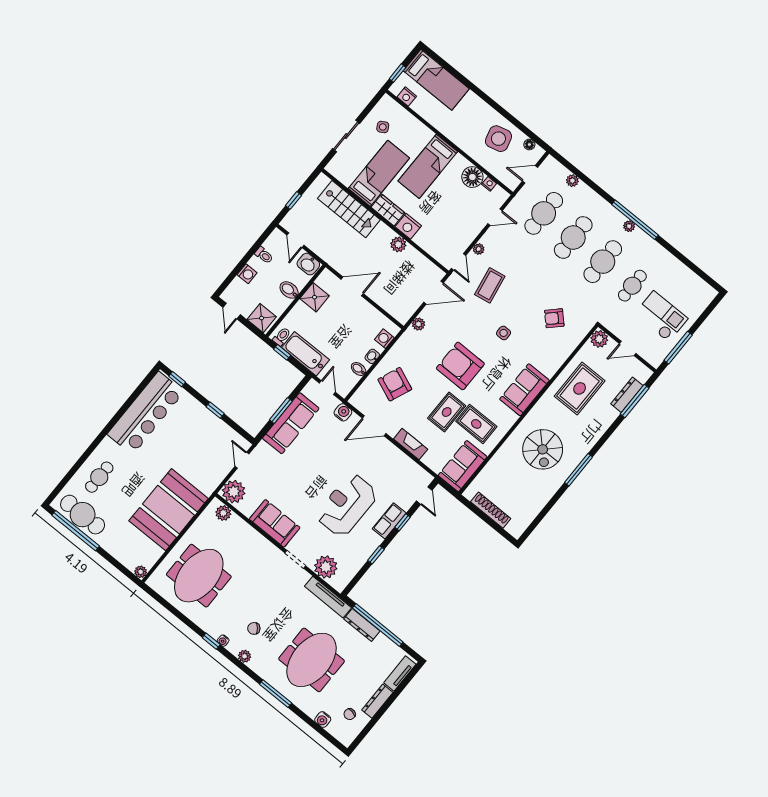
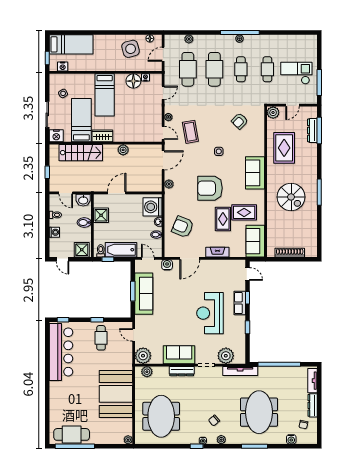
nightstand: (408, 226) -> (56, 136), moved
cafe table: (603, 262) -> (241, 69), width x0.73, depth x0.74
washing machine: (384, 339) -> (153, 207), width x1.89, depth x1.89
cafe table: (99, 477) -> (101, 338), moved
dresser: (362, 625) -> (182, 371), moved

